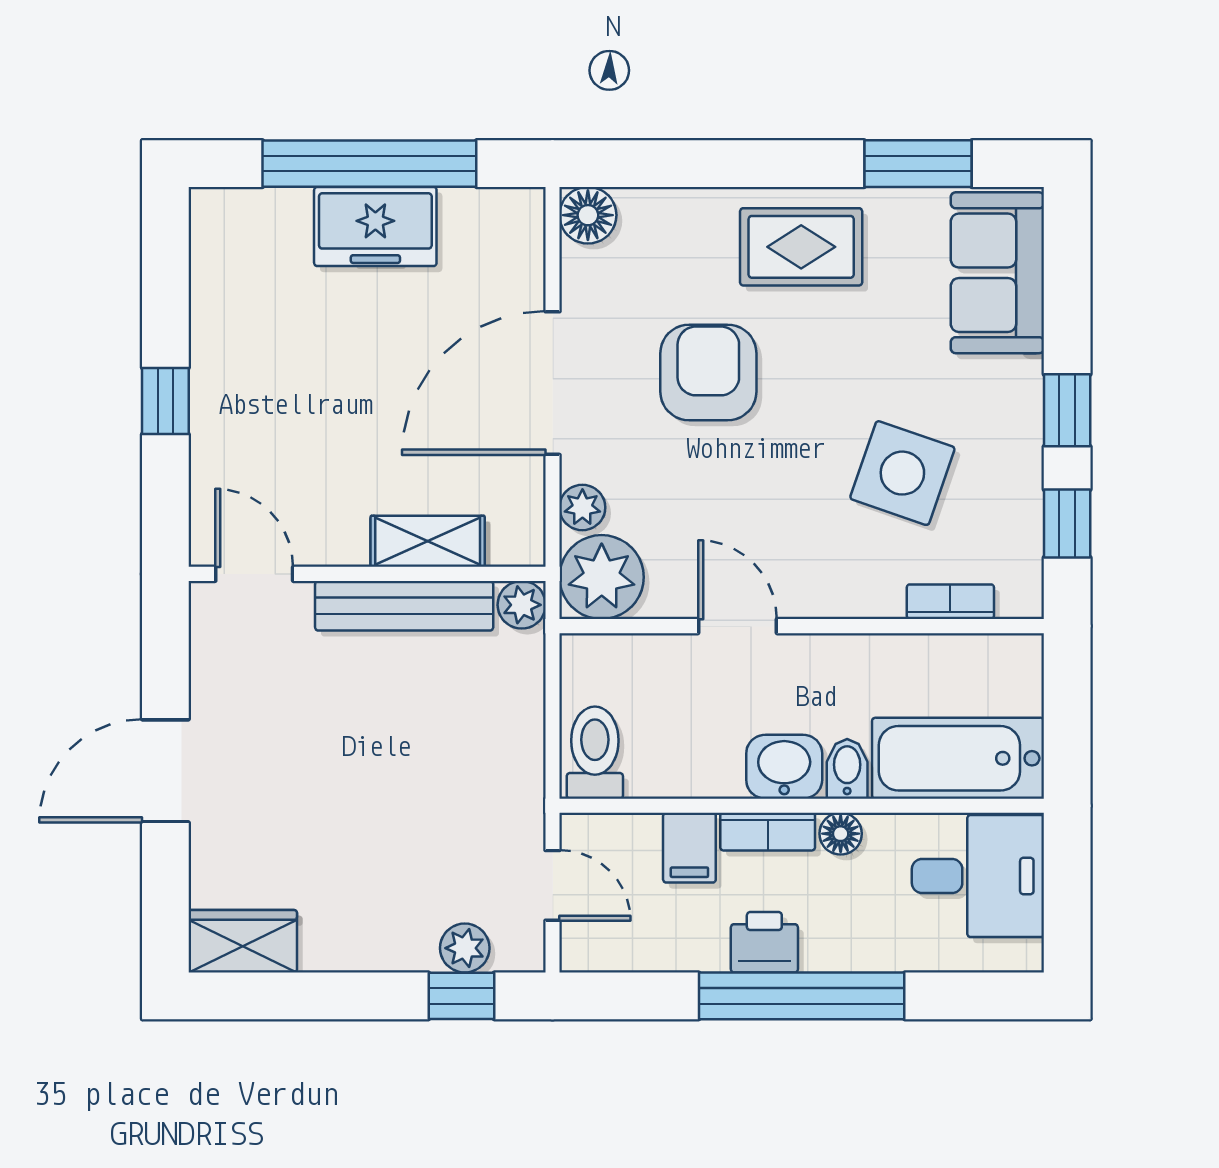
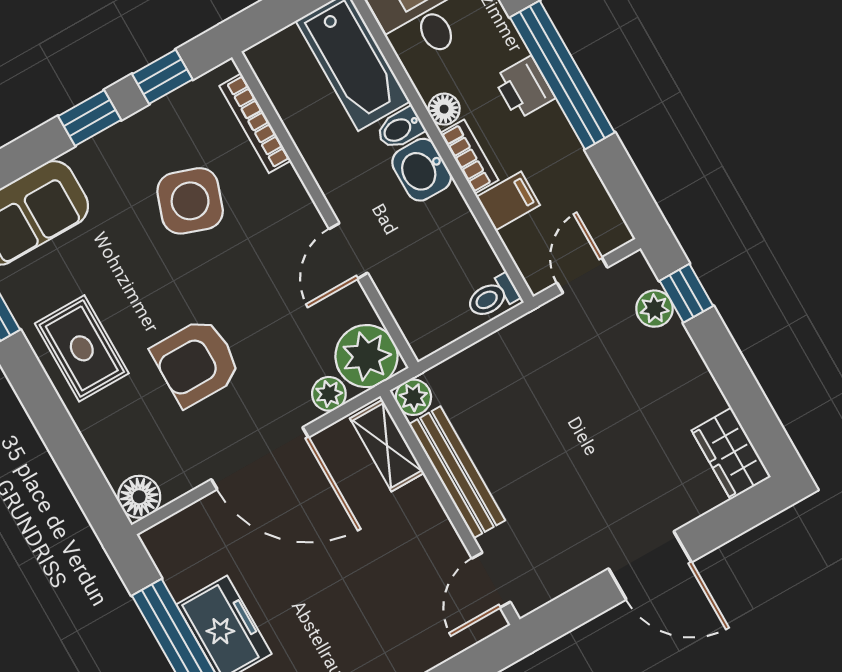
shelving: (428, 541) -> (387, 446), moved
bookcase: (950, 602) -> (255, 123), width x1.56
toilet: (595, 753) -> (493, 297), width x0.73, depth x0.72
printer: (764, 942) -> (524, 88), moved

